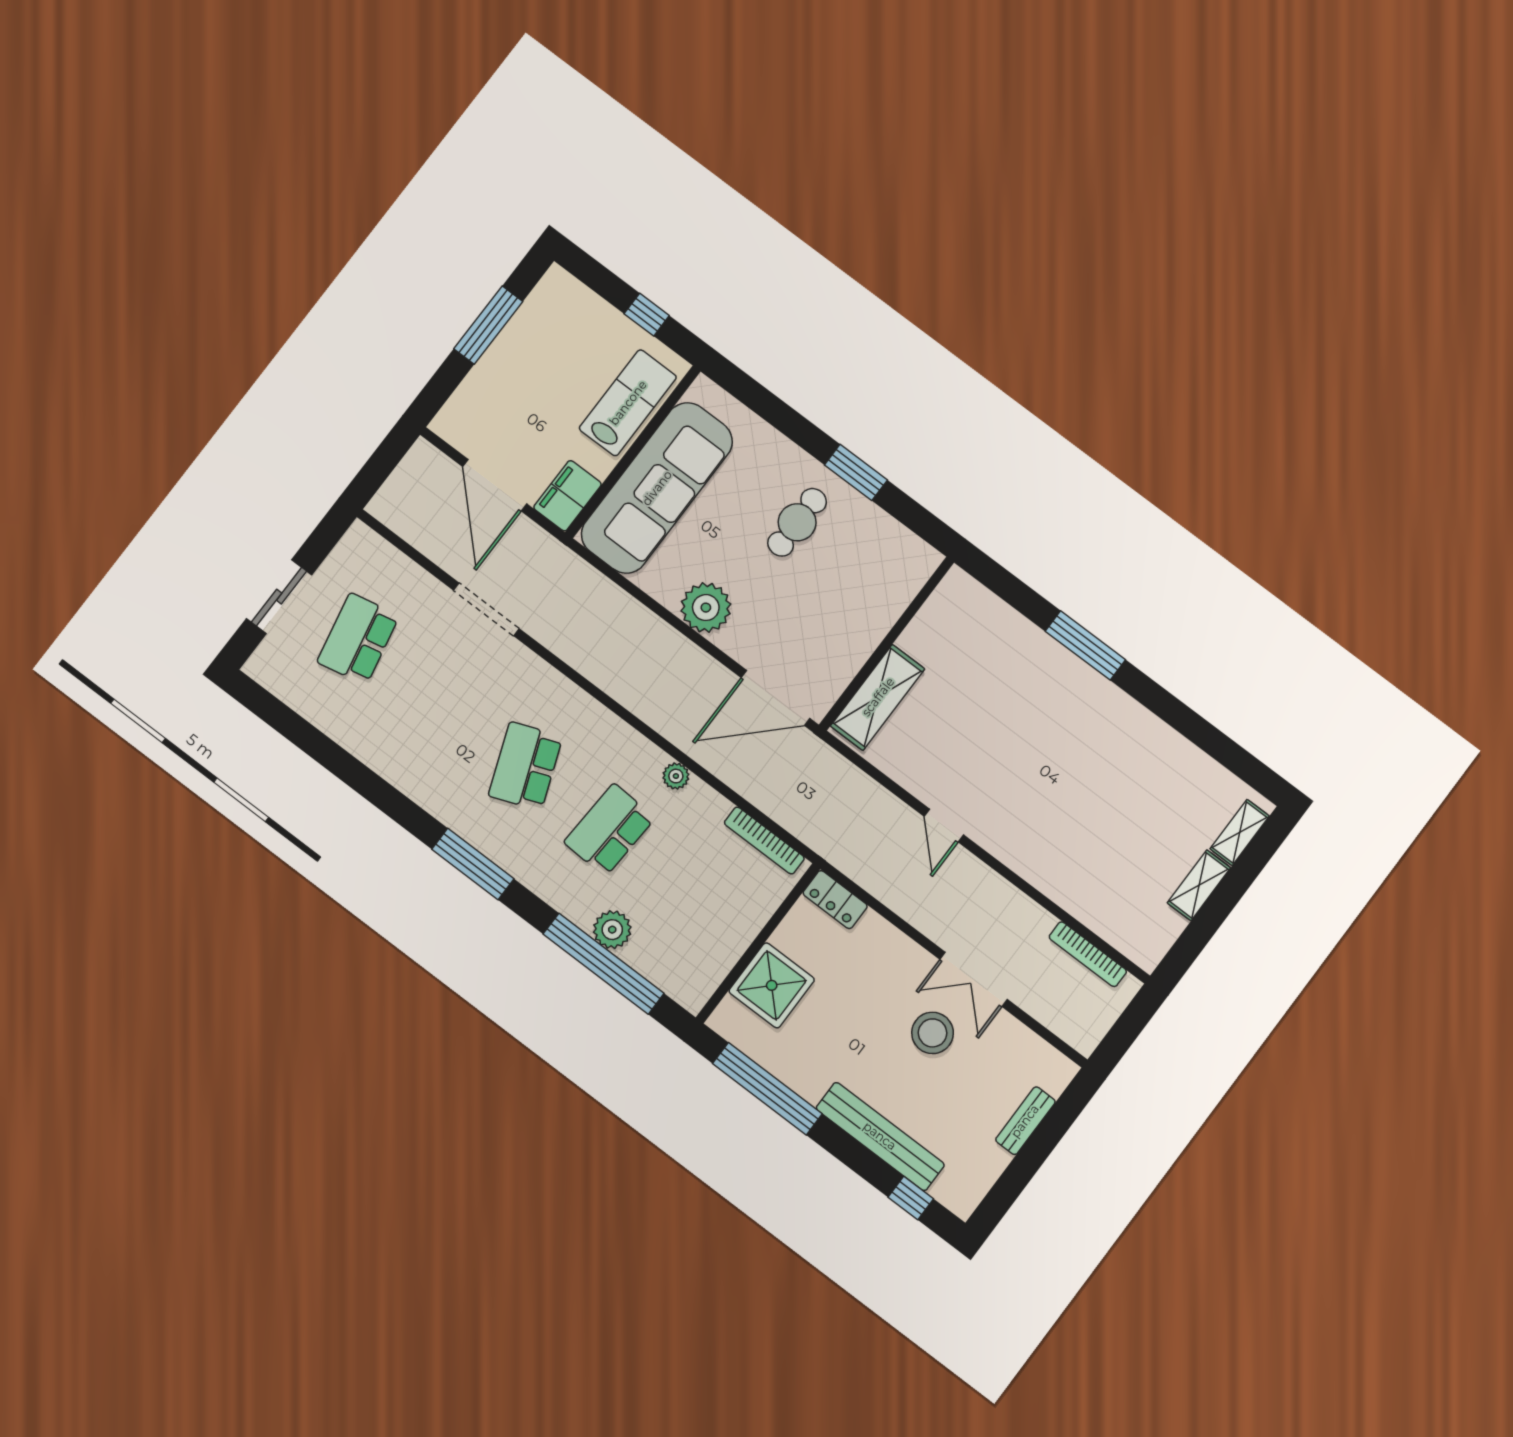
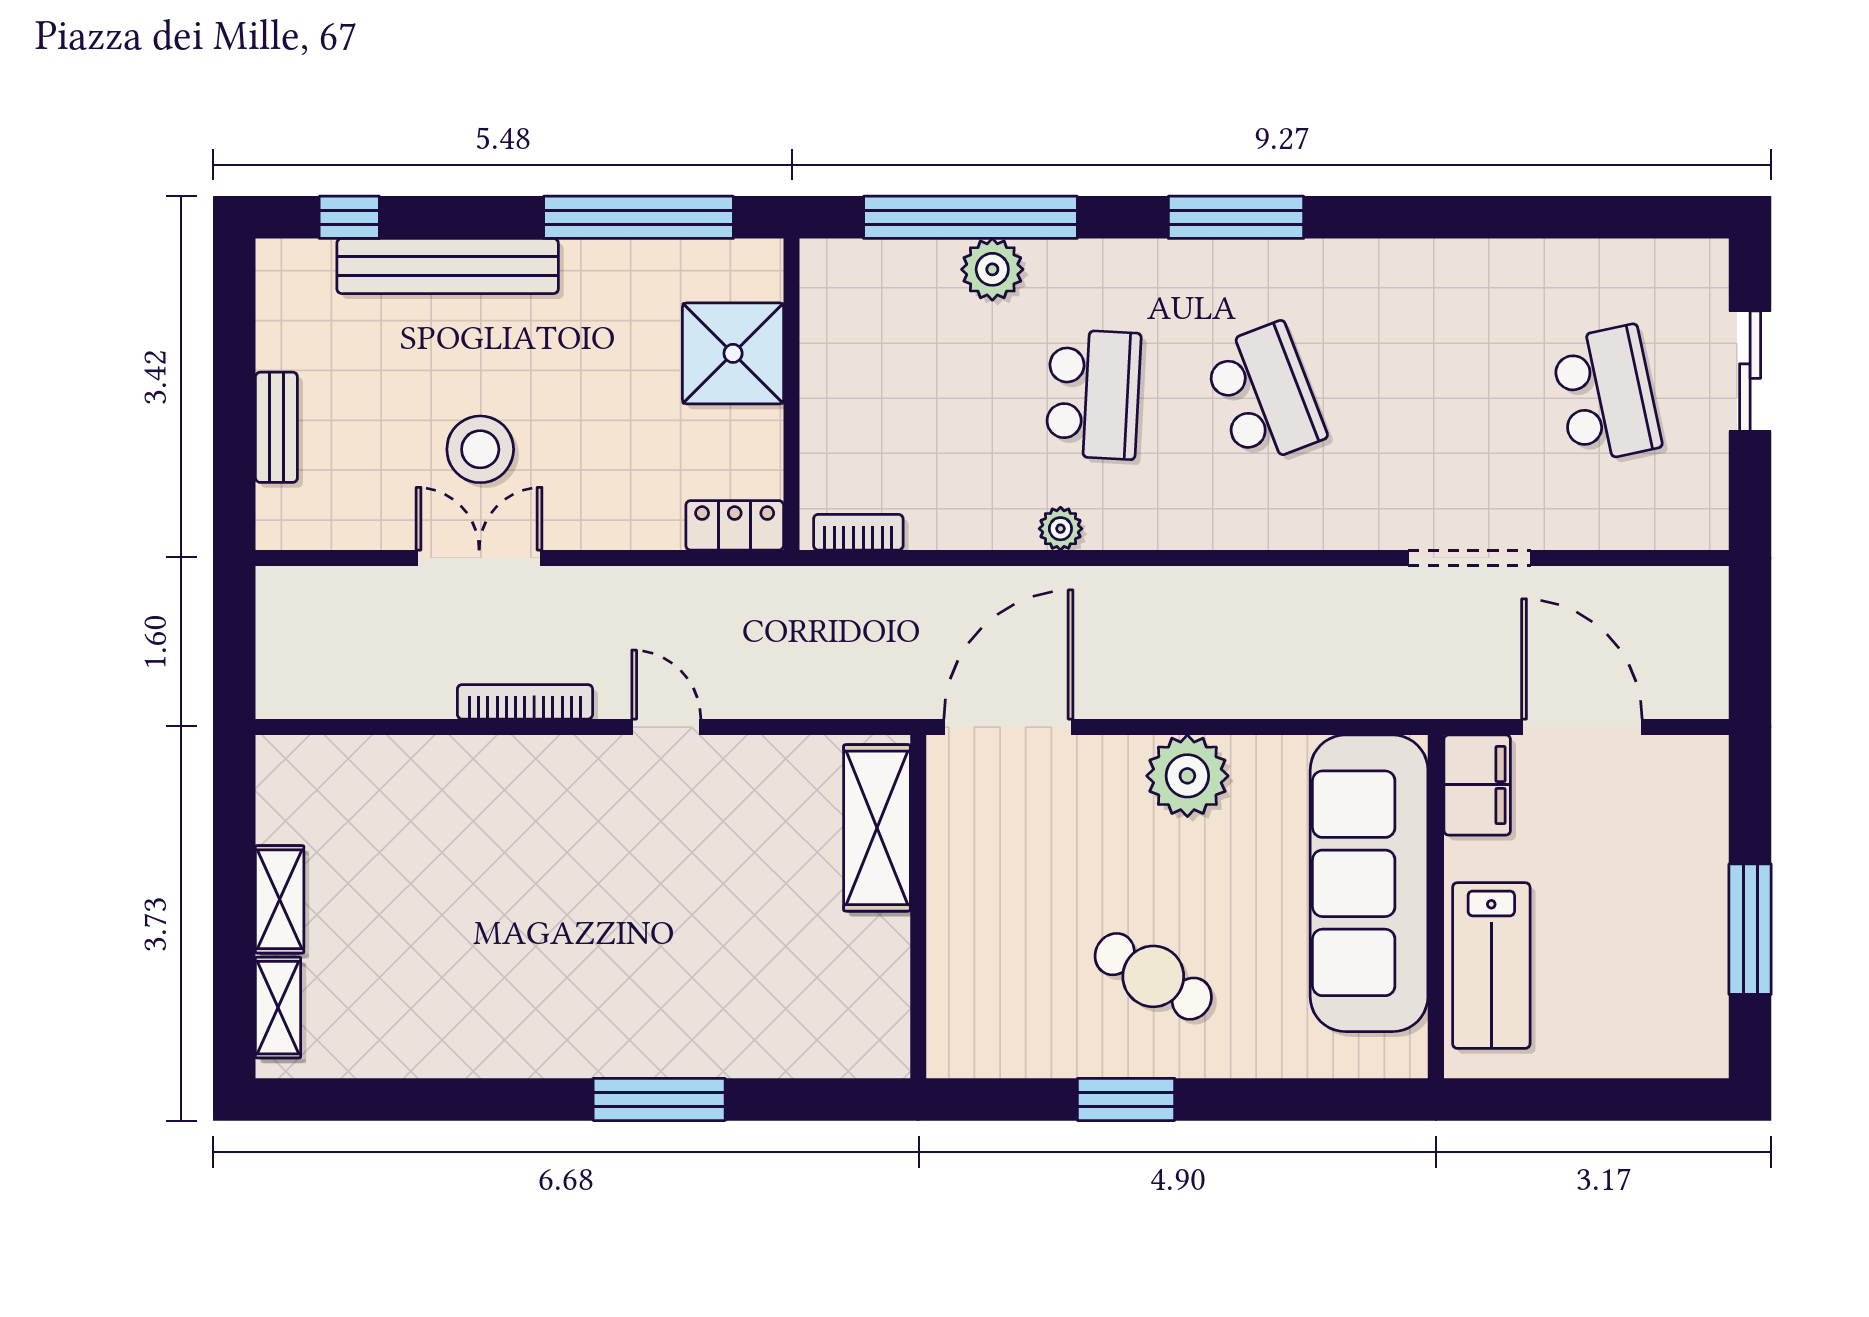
window: (647, 315) -> (1555, 1099), removed
cafe table: (797, 522) -> (1153, 976), turned -60
bookcase: (764, 840) -> (858, 532), width x0.64
bookcase: (1088, 954) -> (525, 702), moved

